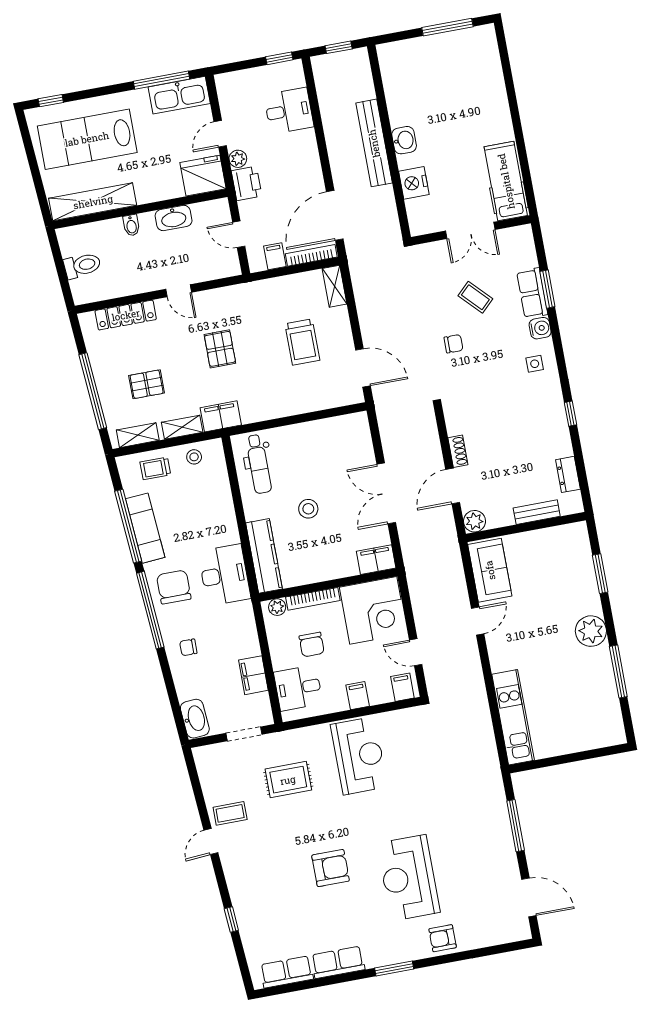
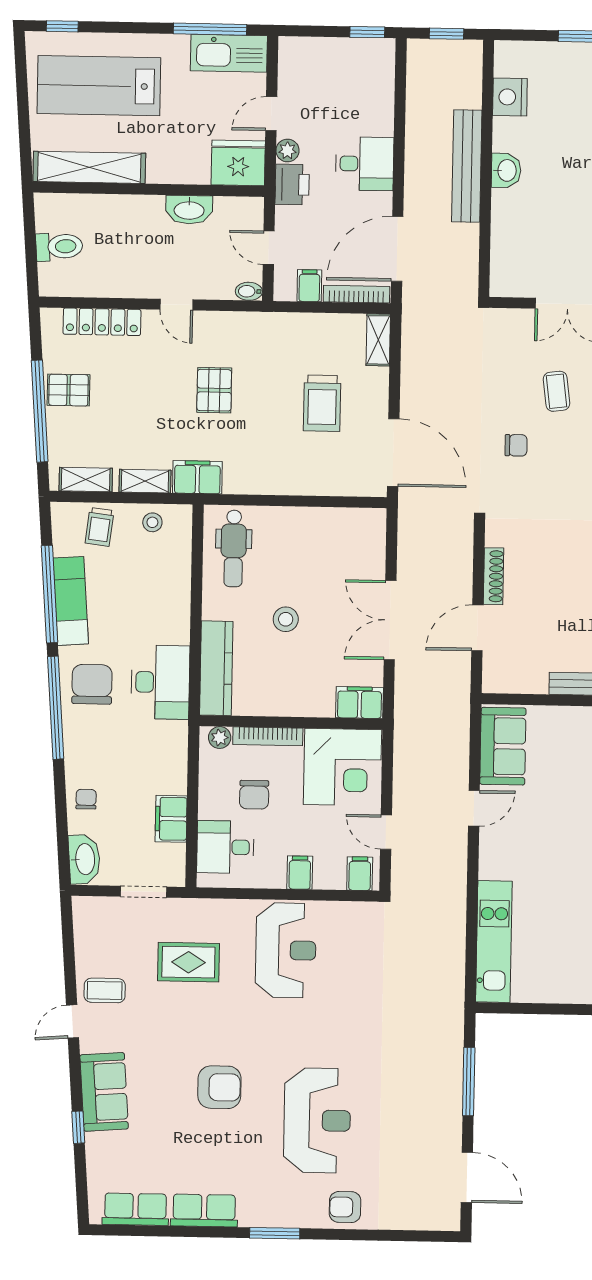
desk: (289, 111) -> (364, 164), moved
nightstand: (414, 183) -> (510, 97), moved
bidet: (131, 225) -> (249, 291), moved, turned 90
coffee table: (475, 297) -> (557, 391), turned 37
door: (363, 368) -> (393, 452), width x1.36
pallet: (147, 384) -> (69, 390), moved
shoe rack: (458, 451) -> (494, 576), width x1.43
trolley: (155, 468) -> (100, 527), turned -83
plant: (474, 521) -> (496, 679), removed
chair: (188, 647) -> (86, 799), moved, turned 90
reception desk: (409, 878) -> (317, 1120), turned 180
sofa: (245, 889) -> (104, 1092), added

